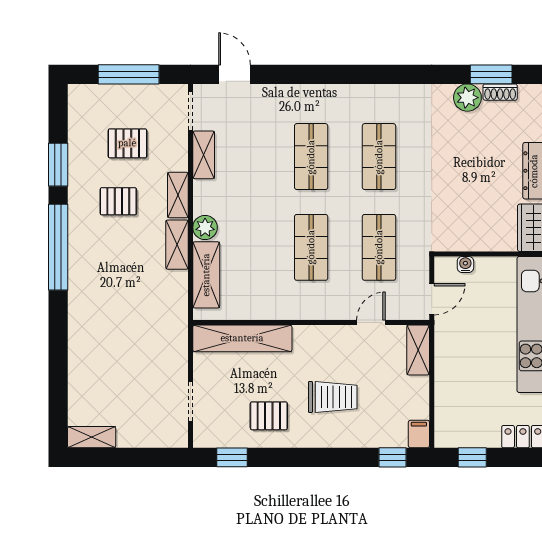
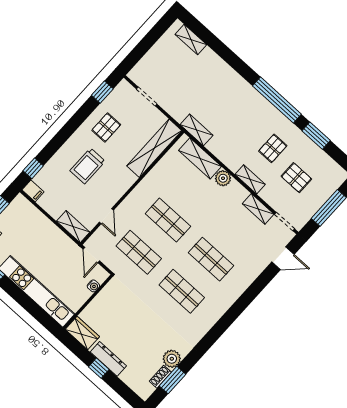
pallet: (127, 143) -> (296, 178), turned 90
shelving: (177, 245) -> (197, 130), moved
shelving: (92, 437) -> (191, 40), moved, turned 90

